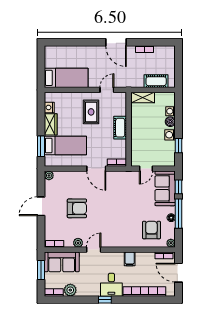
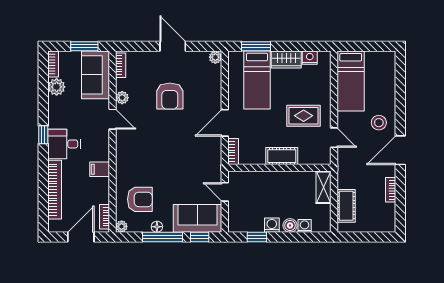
stool: (96, 58) -> (379, 123), added

